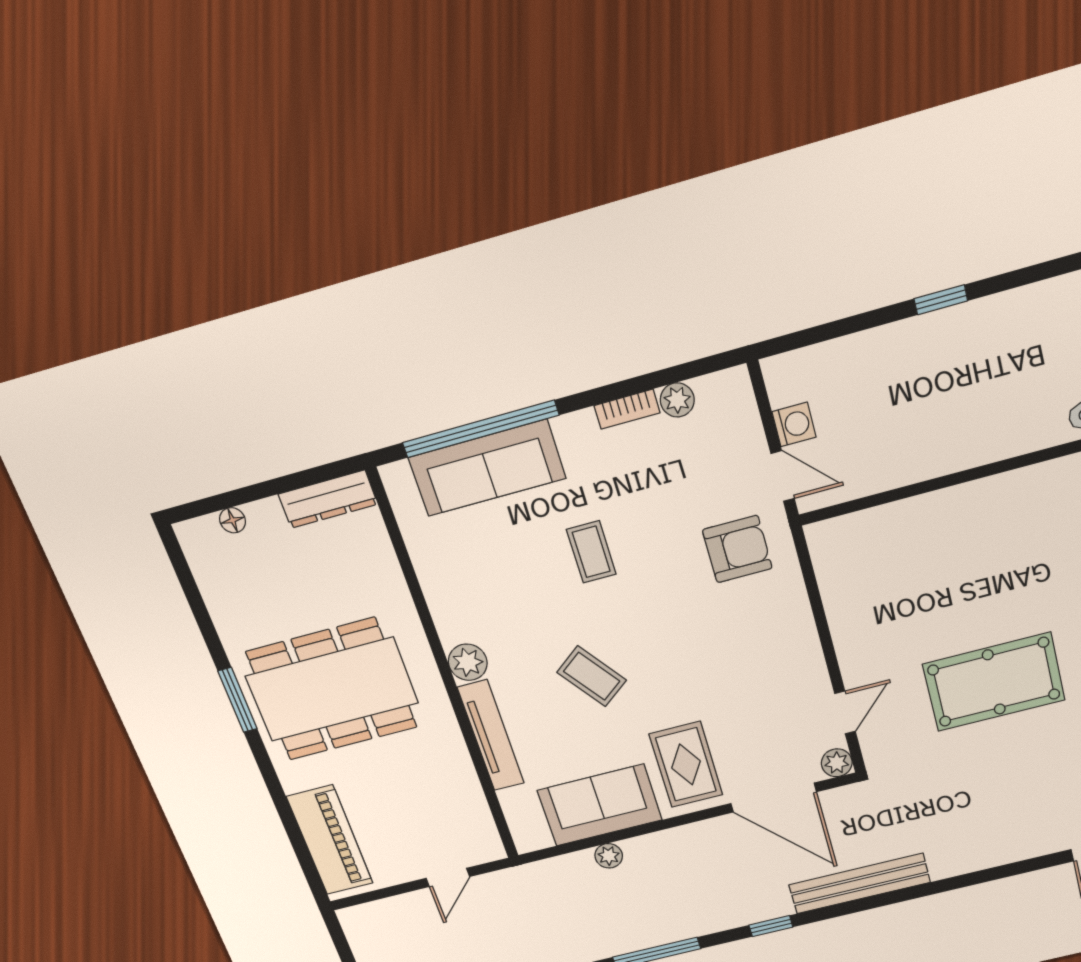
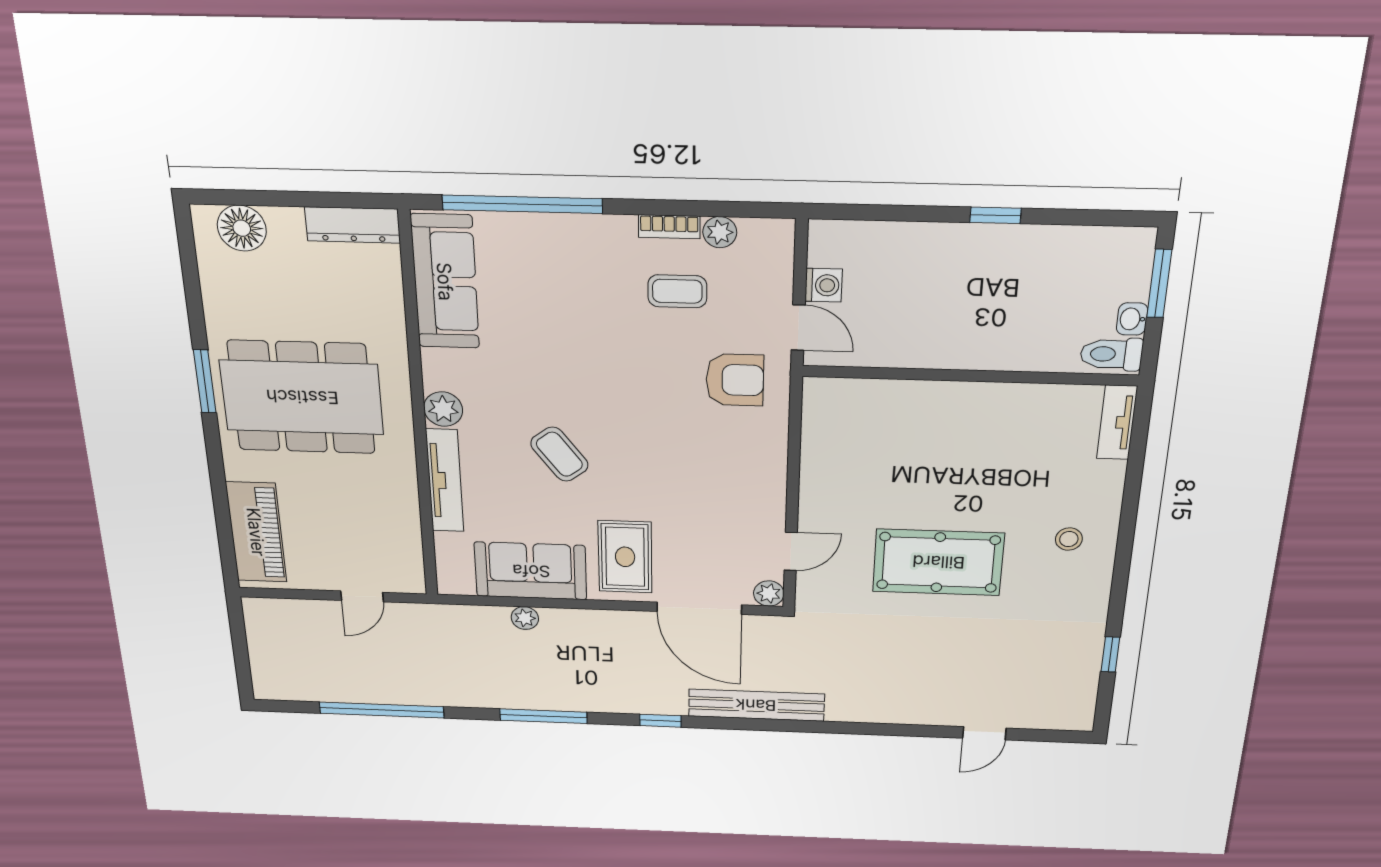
sofa: (487, 468) -> (445, 282), moved, turned -90
floor lamp: (233, 520) -> (242, 228), width x1.89, depth x1.89
coffee table: (591, 552) -> (677, 291), moved, turned 90

